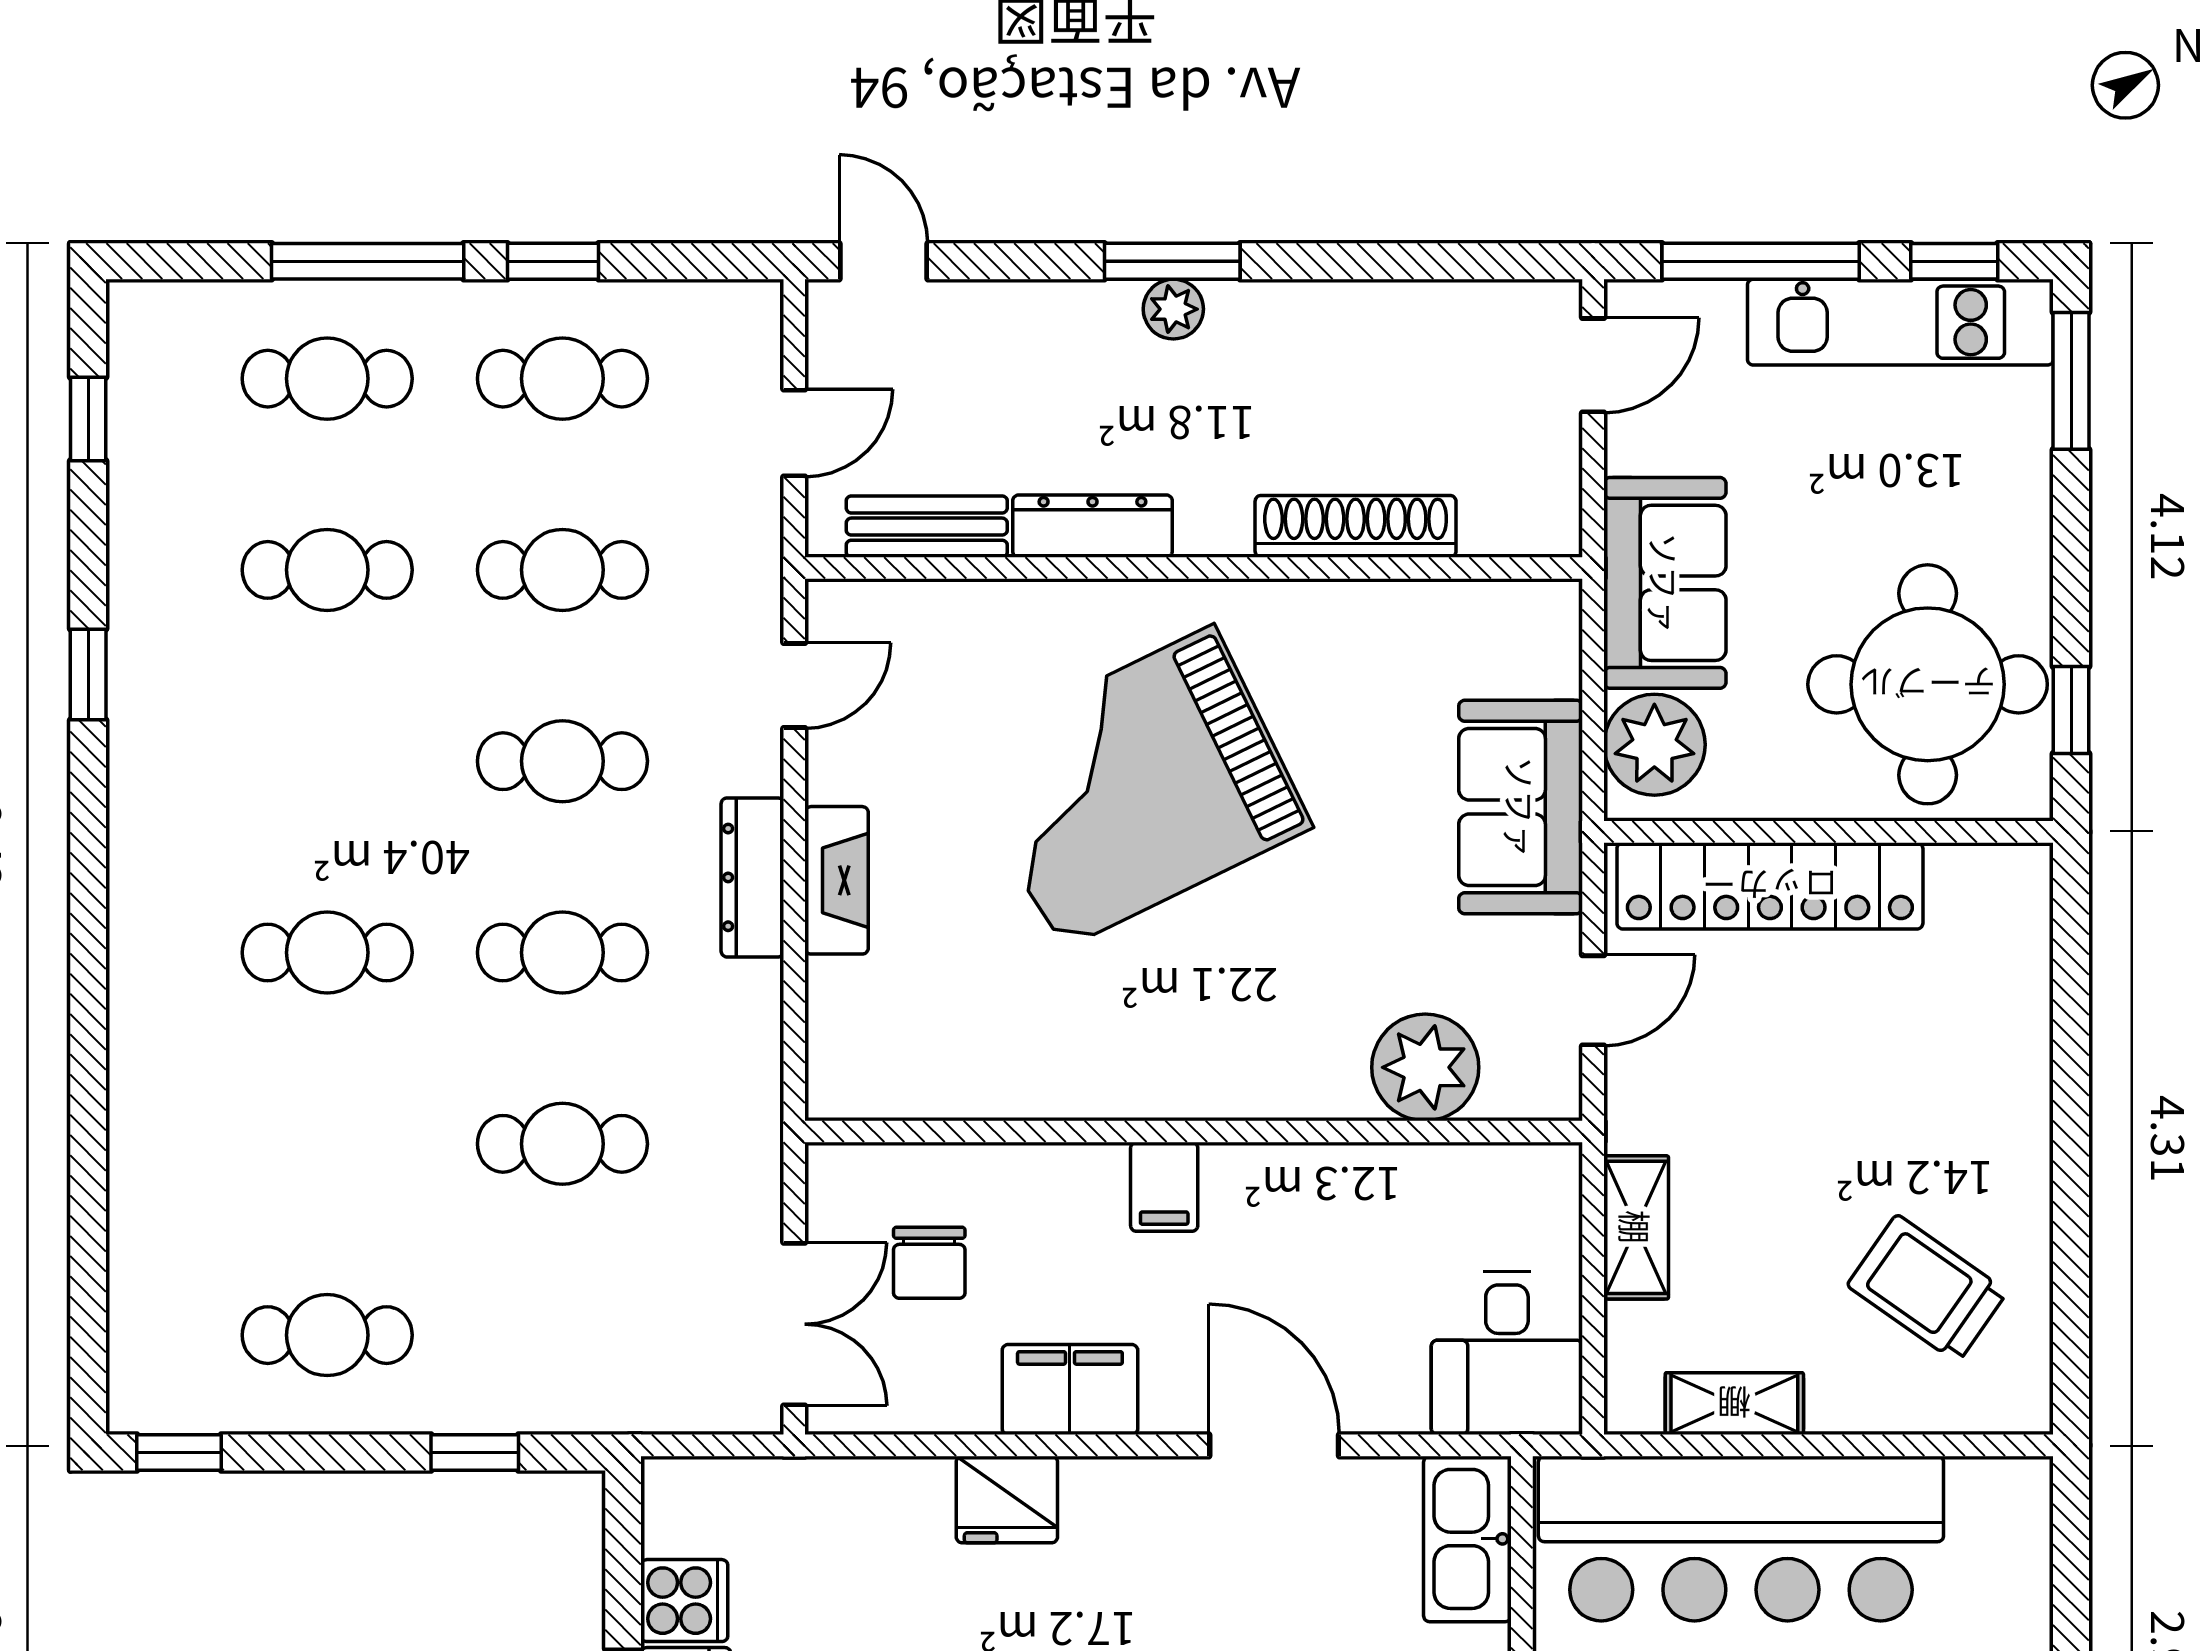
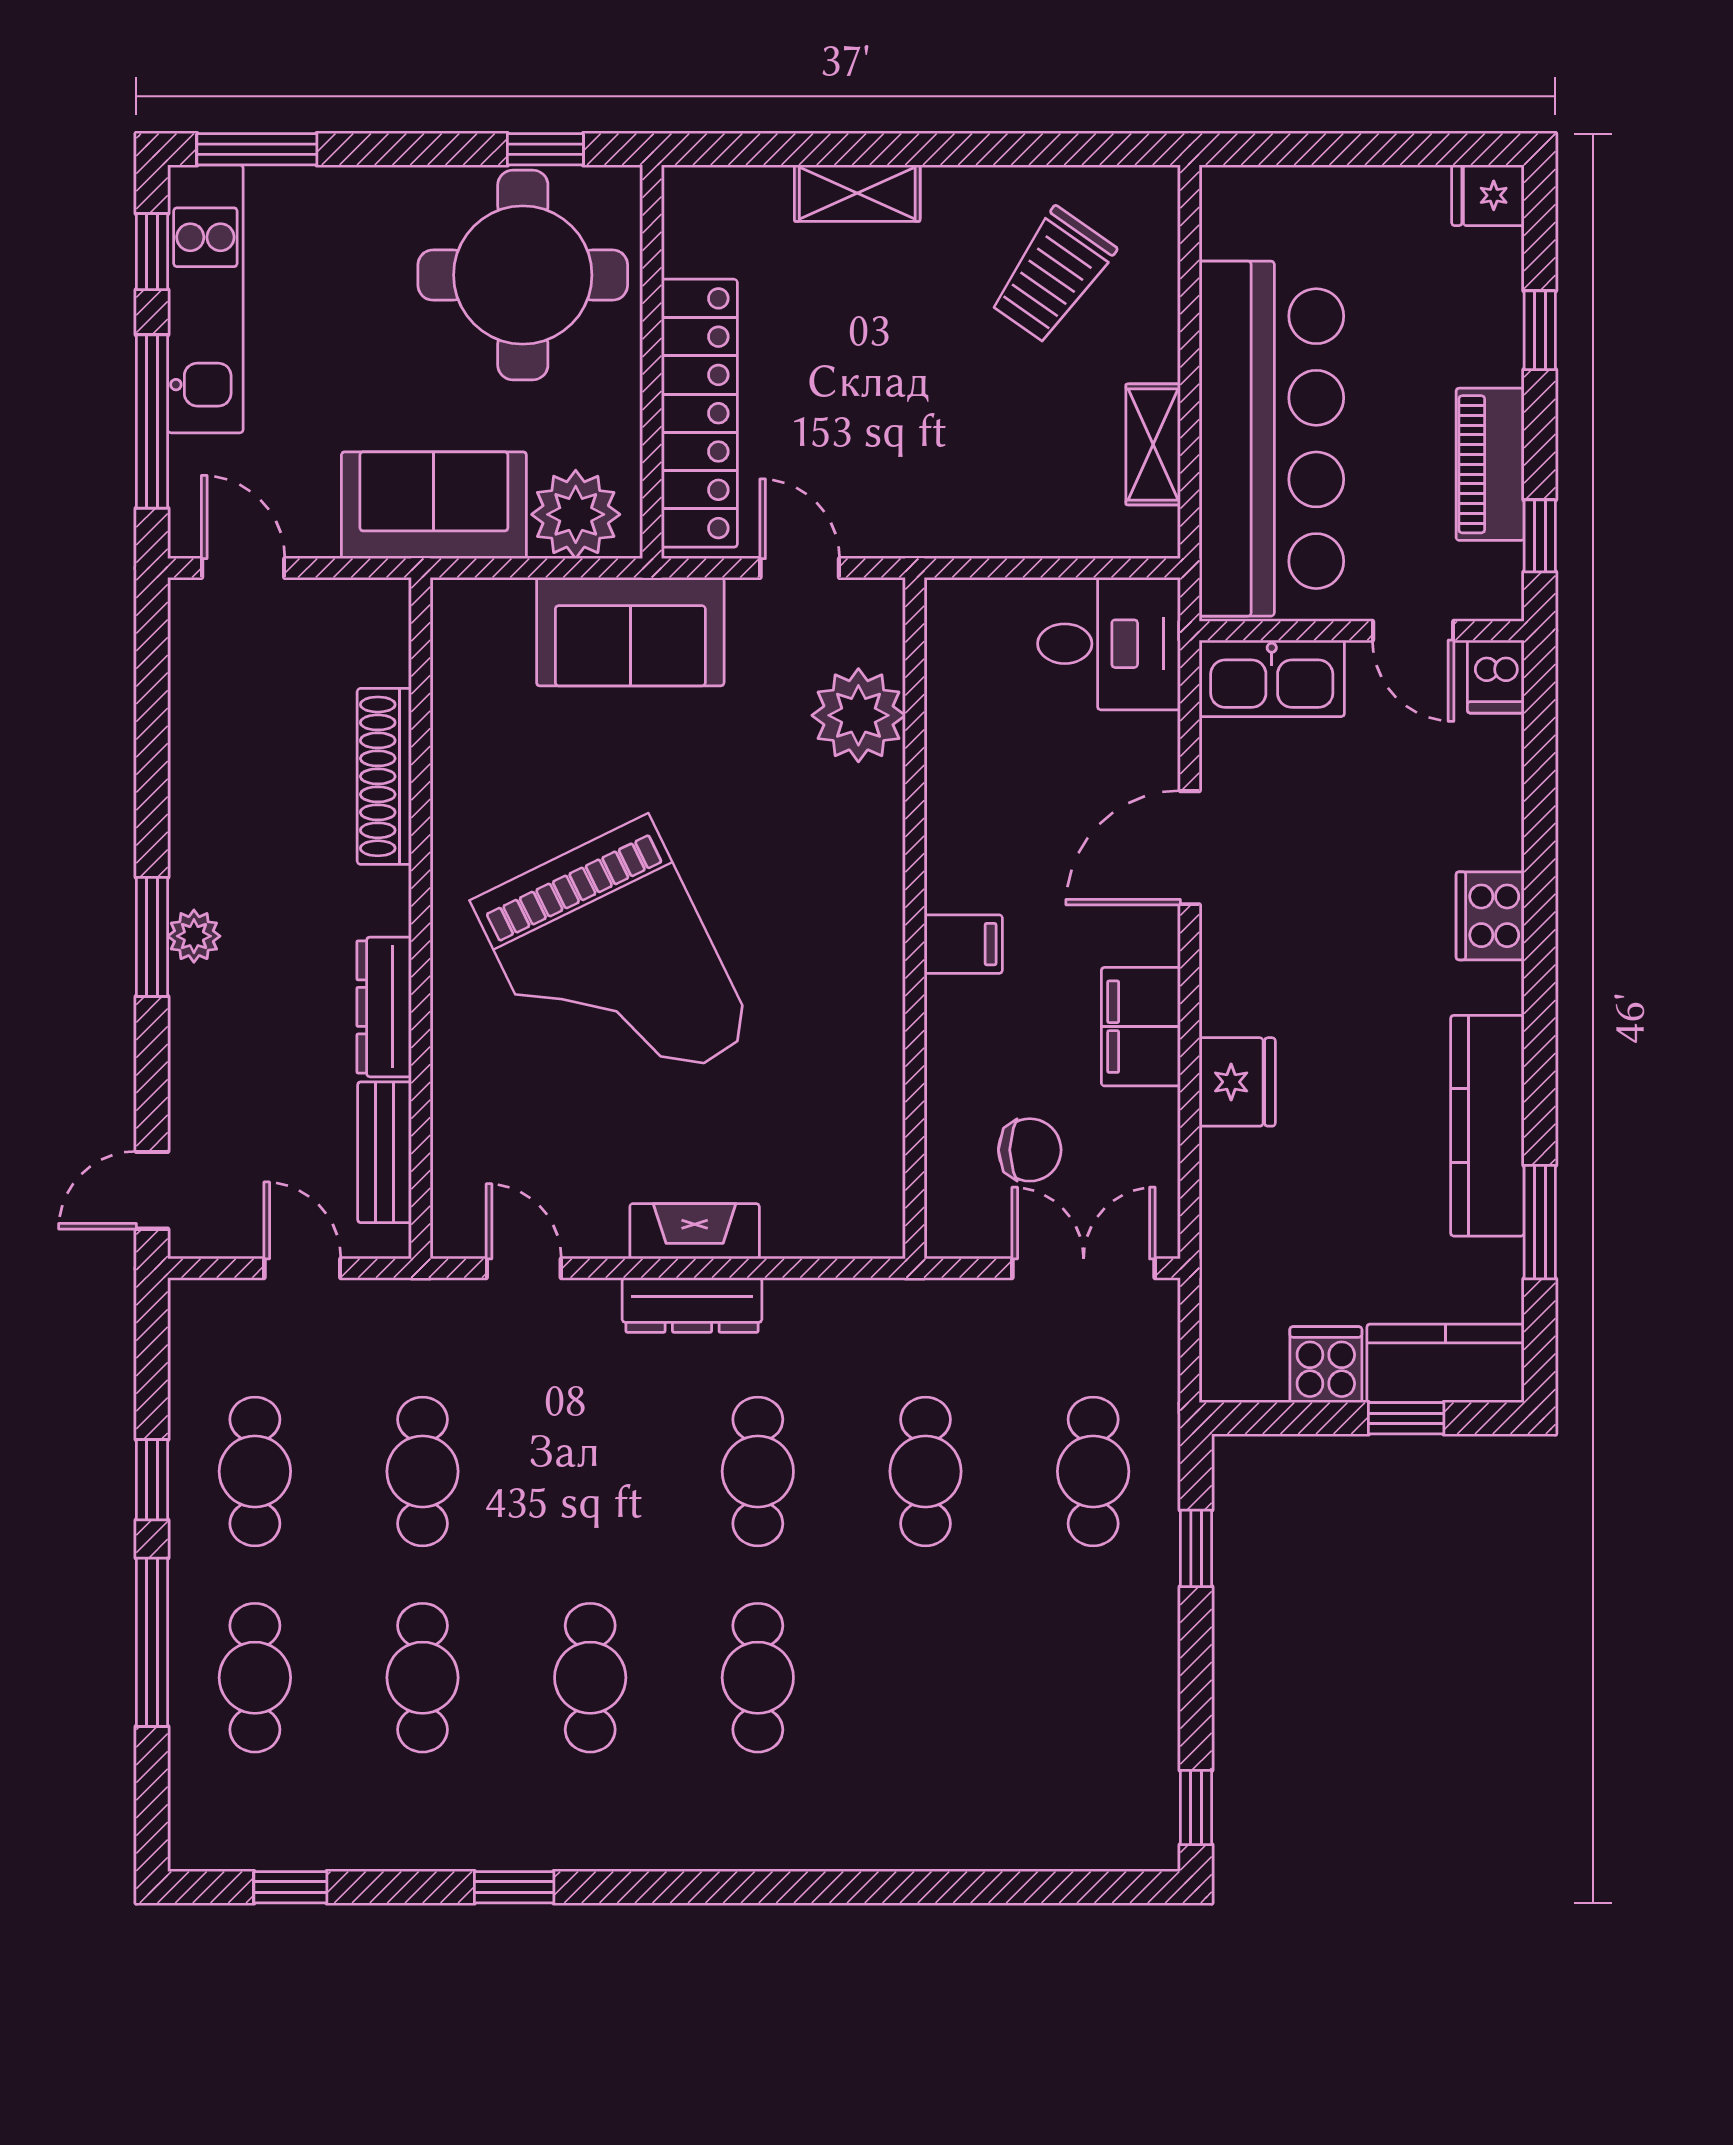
cafe table: (562, 761) -> (590, 1678), moved
shelving: (1636, 1227) -> (857, 193), moved
cafe table: (327, 1335) -> (1093, 1471), moved

